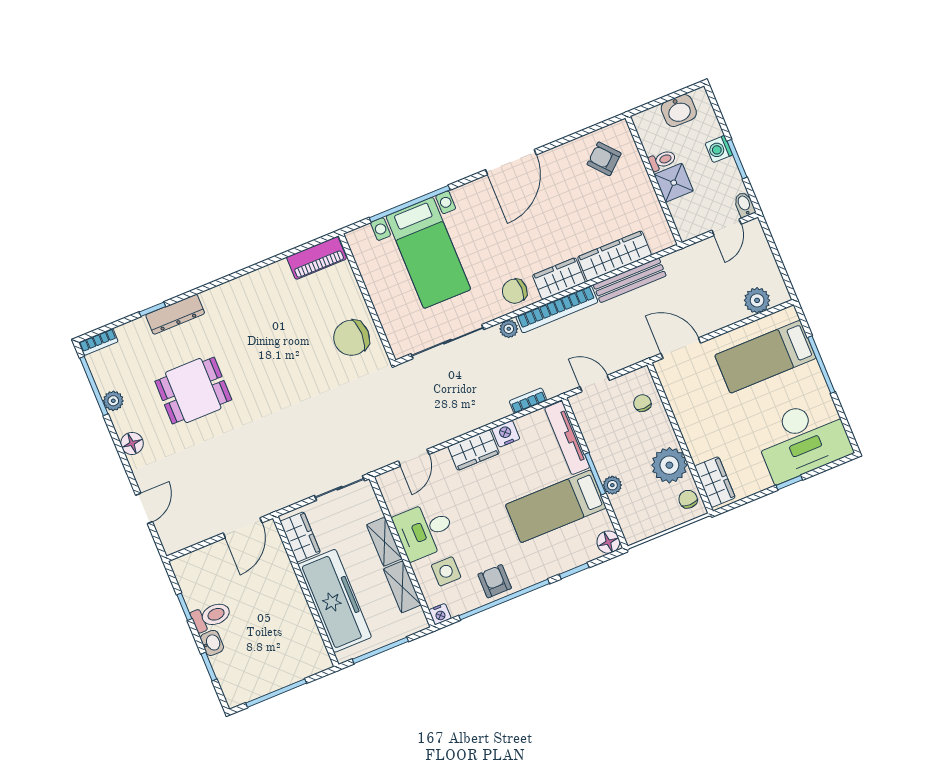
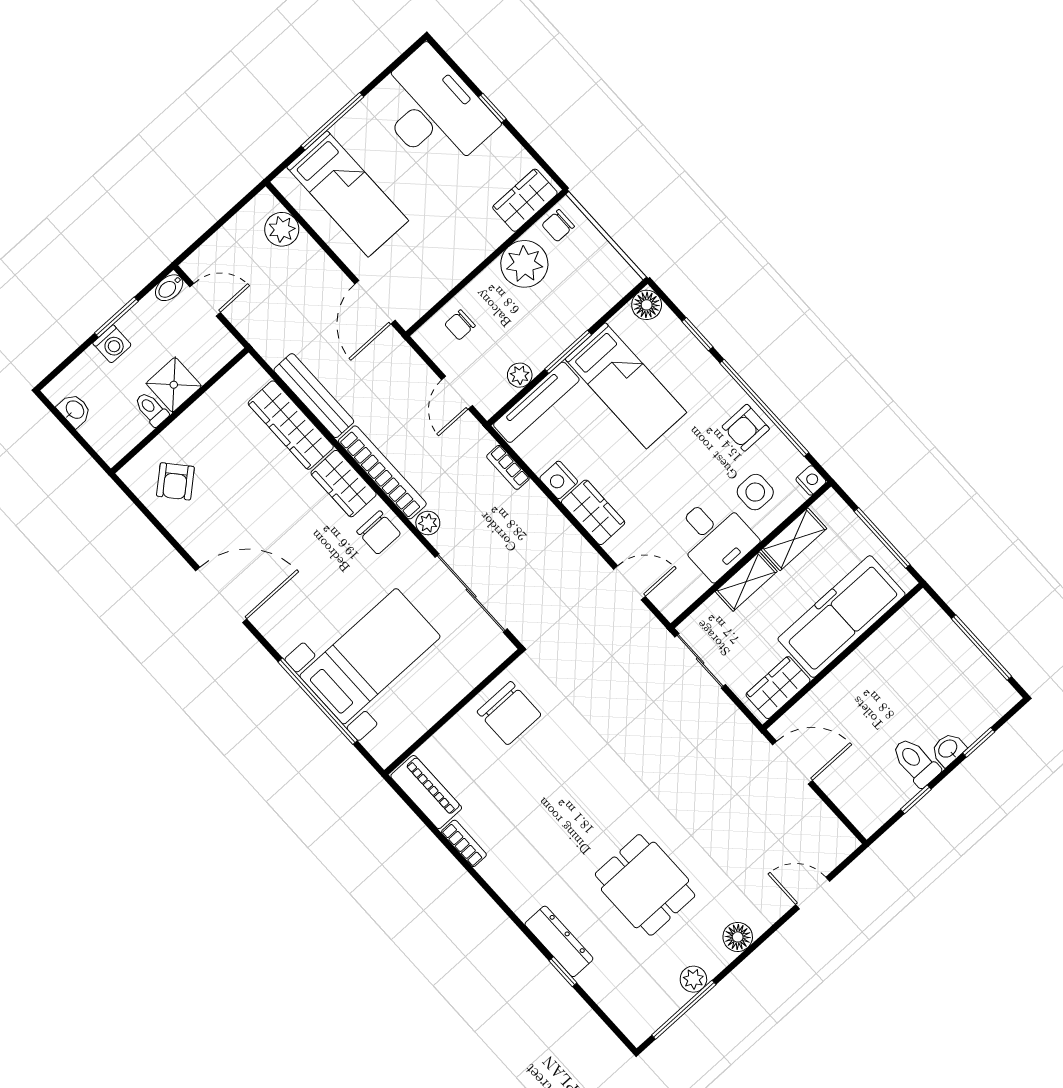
washbasin: (679, 110) -> (74, 410), width x0.72, depth x0.69
bookcase: (98, 342) -> (464, 843), moved
plant: (612, 485) -> (520, 375), moved

